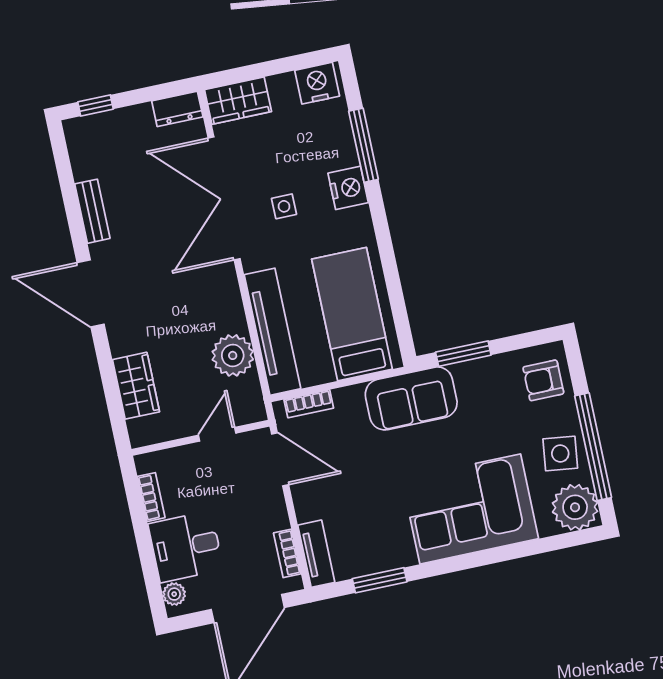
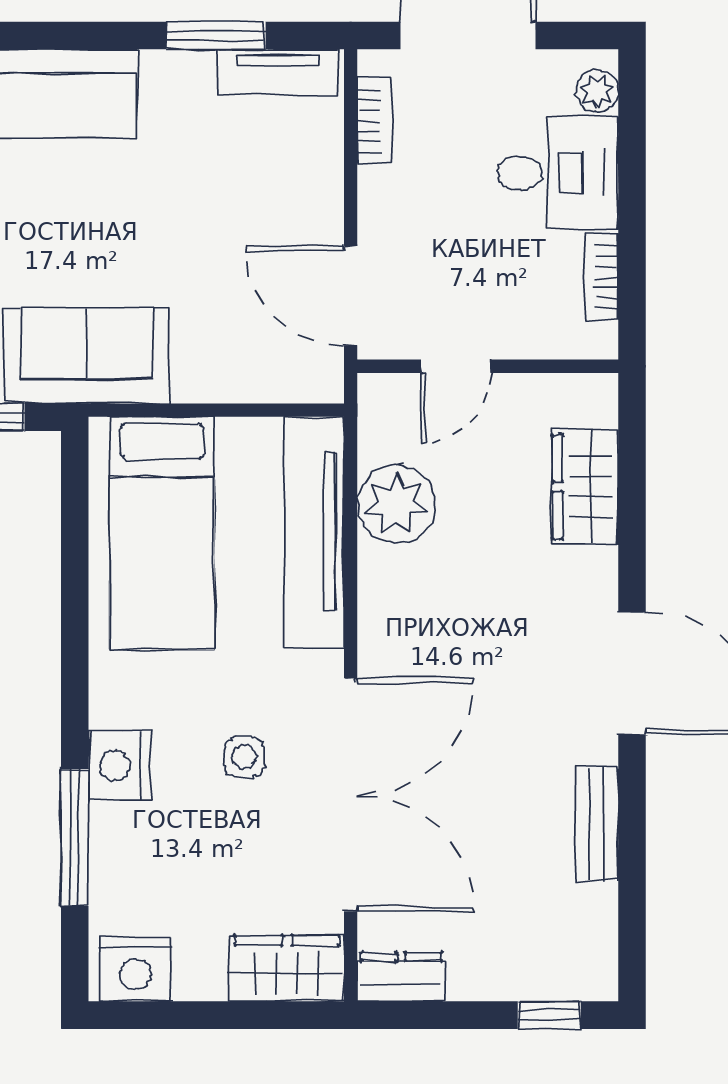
bookcase: (309, 404) -> (276, 386), removed
tv unit: (316, 554) -> (278, 72), moved, turned -90

